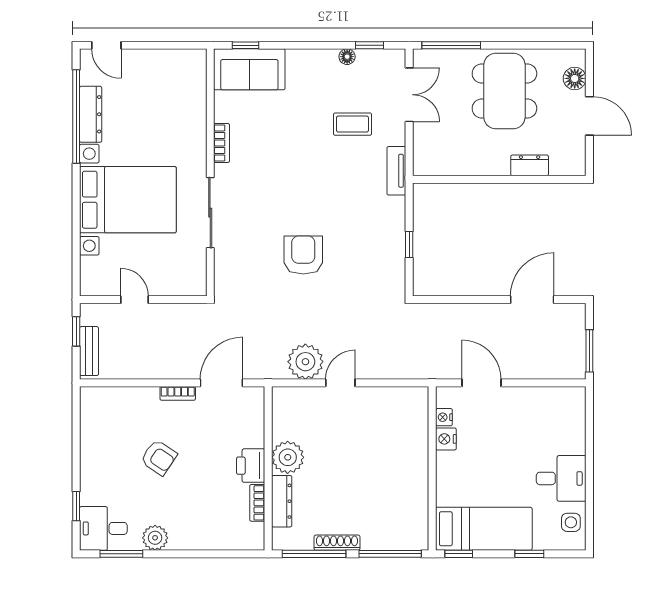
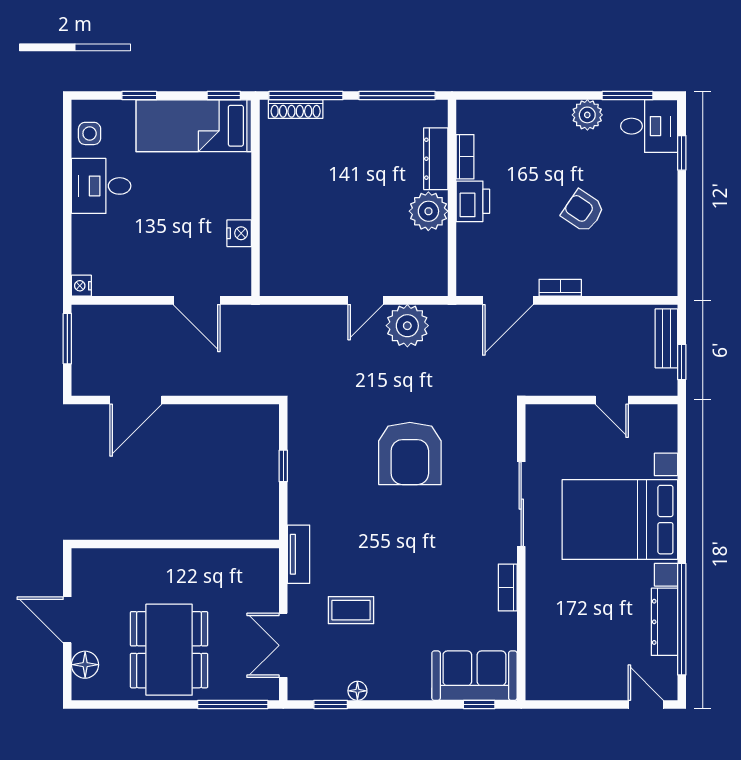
dresser: (530, 165) -> (139, 561), removed
armchair: (303, 255) -> (410, 453), width x1.36, depth x1.36
nightstand: (444, 417) -> (81, 286), moved, turned 180
shoe rack: (337, 543) -> (296, 109), moved

